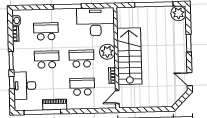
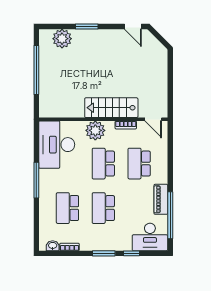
plant: (178, 13) -> (62, 39), moved
stairs: (129, 56) -> (111, 108), width x0.73, depth x0.66
door: (190, 79) -> (133, 26), hinge flipped
desk: (25, 86) -> (150, 237), moved

